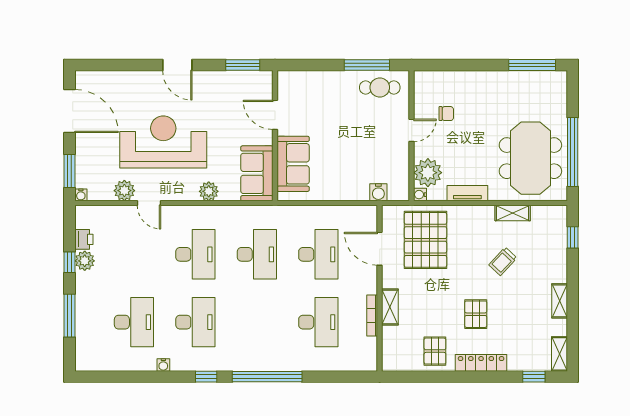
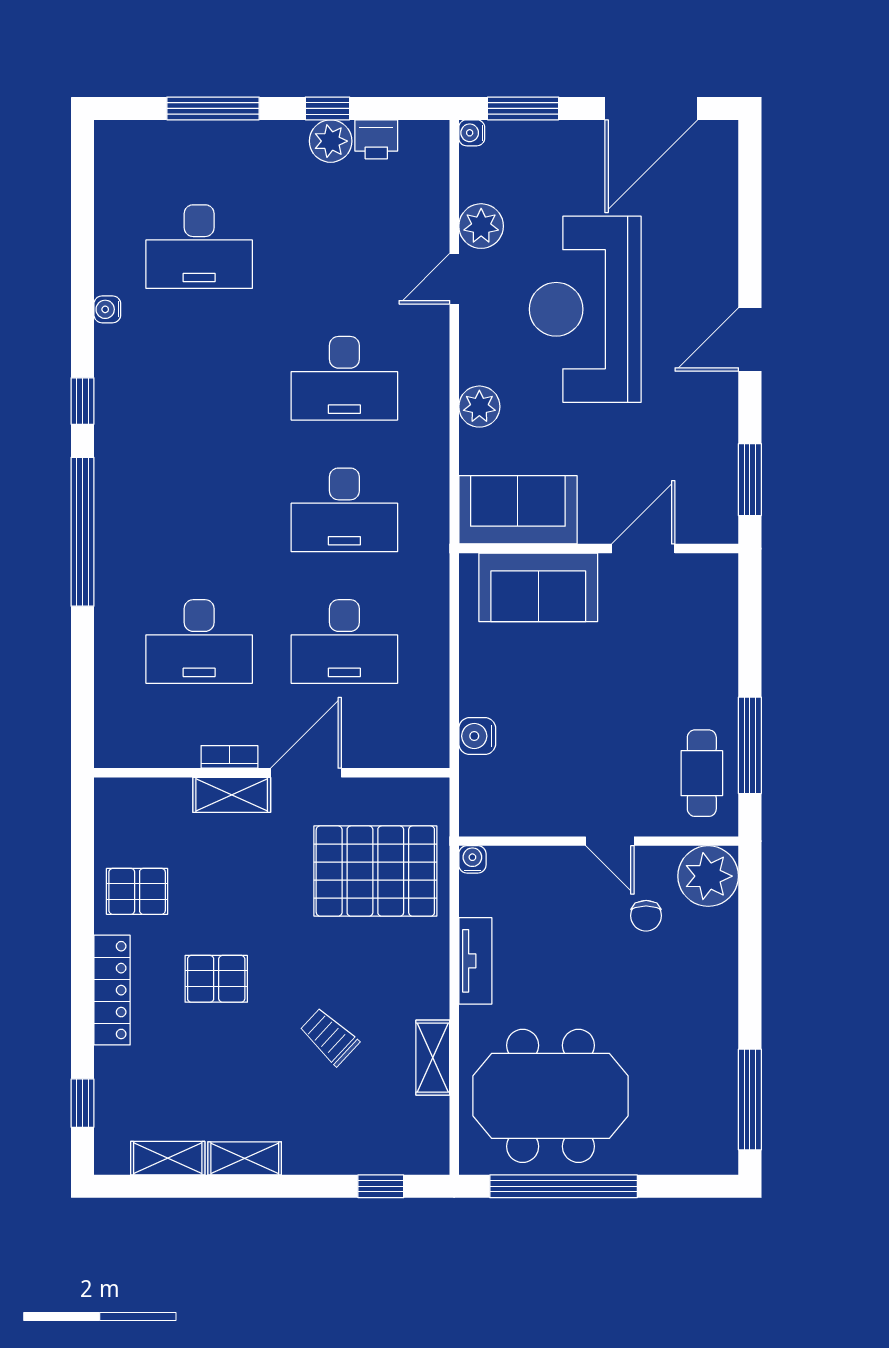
reception desk: (163, 142) -> (585, 309), turned 180
plant: (428, 173) -> (708, 876), moved
water cooler: (378, 192) -> (477, 736), moved
door: (380, 249) -> (306, 773), moved
bookcase: (372, 315) -> (229, 757), width x0.64
desk: (195, 322) -> (199, 378), removed
shelving: (560, 354) -> (168, 1158), moved

